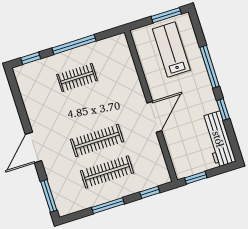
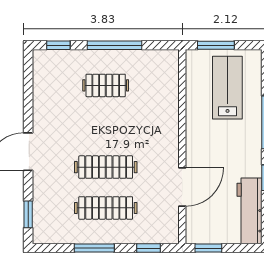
window: (166, 15) -> (216, 45), moved
door: (154, 117) -> (182, 187), moved
window: (49, 196) -> (28, 214), width x0.67

